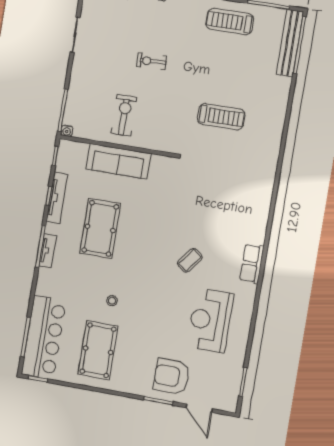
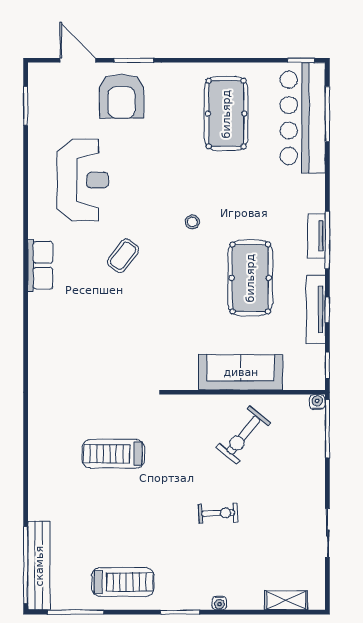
exercise bike: (124, 115) -> (243, 435), turned 39
stool: (112, 301) -> (192, 222), moved
armchair: (172, 376) -> (122, 96), turned 90

